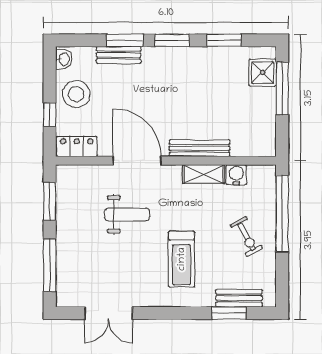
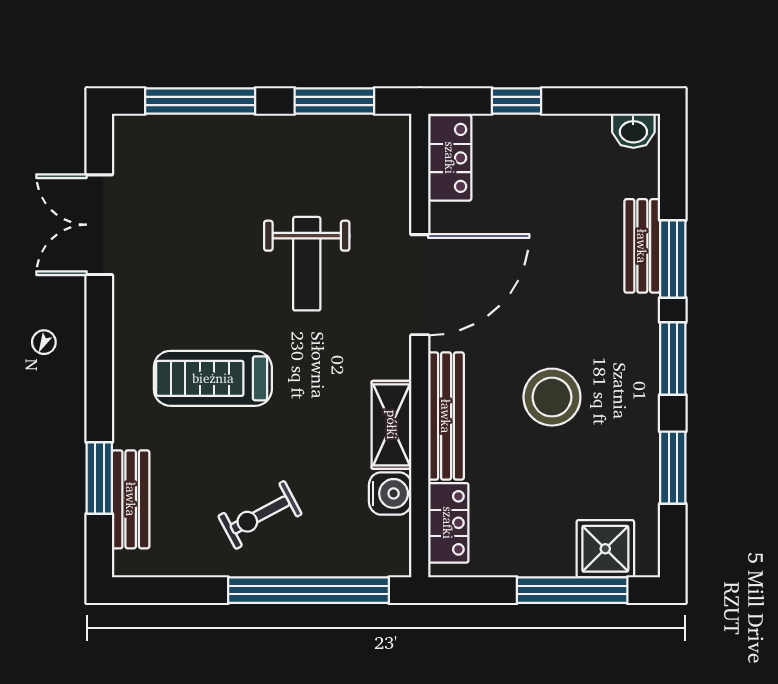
stool: (76, 94) -> (552, 397), moved
locker: (250, 147) -> (448, 523), added

